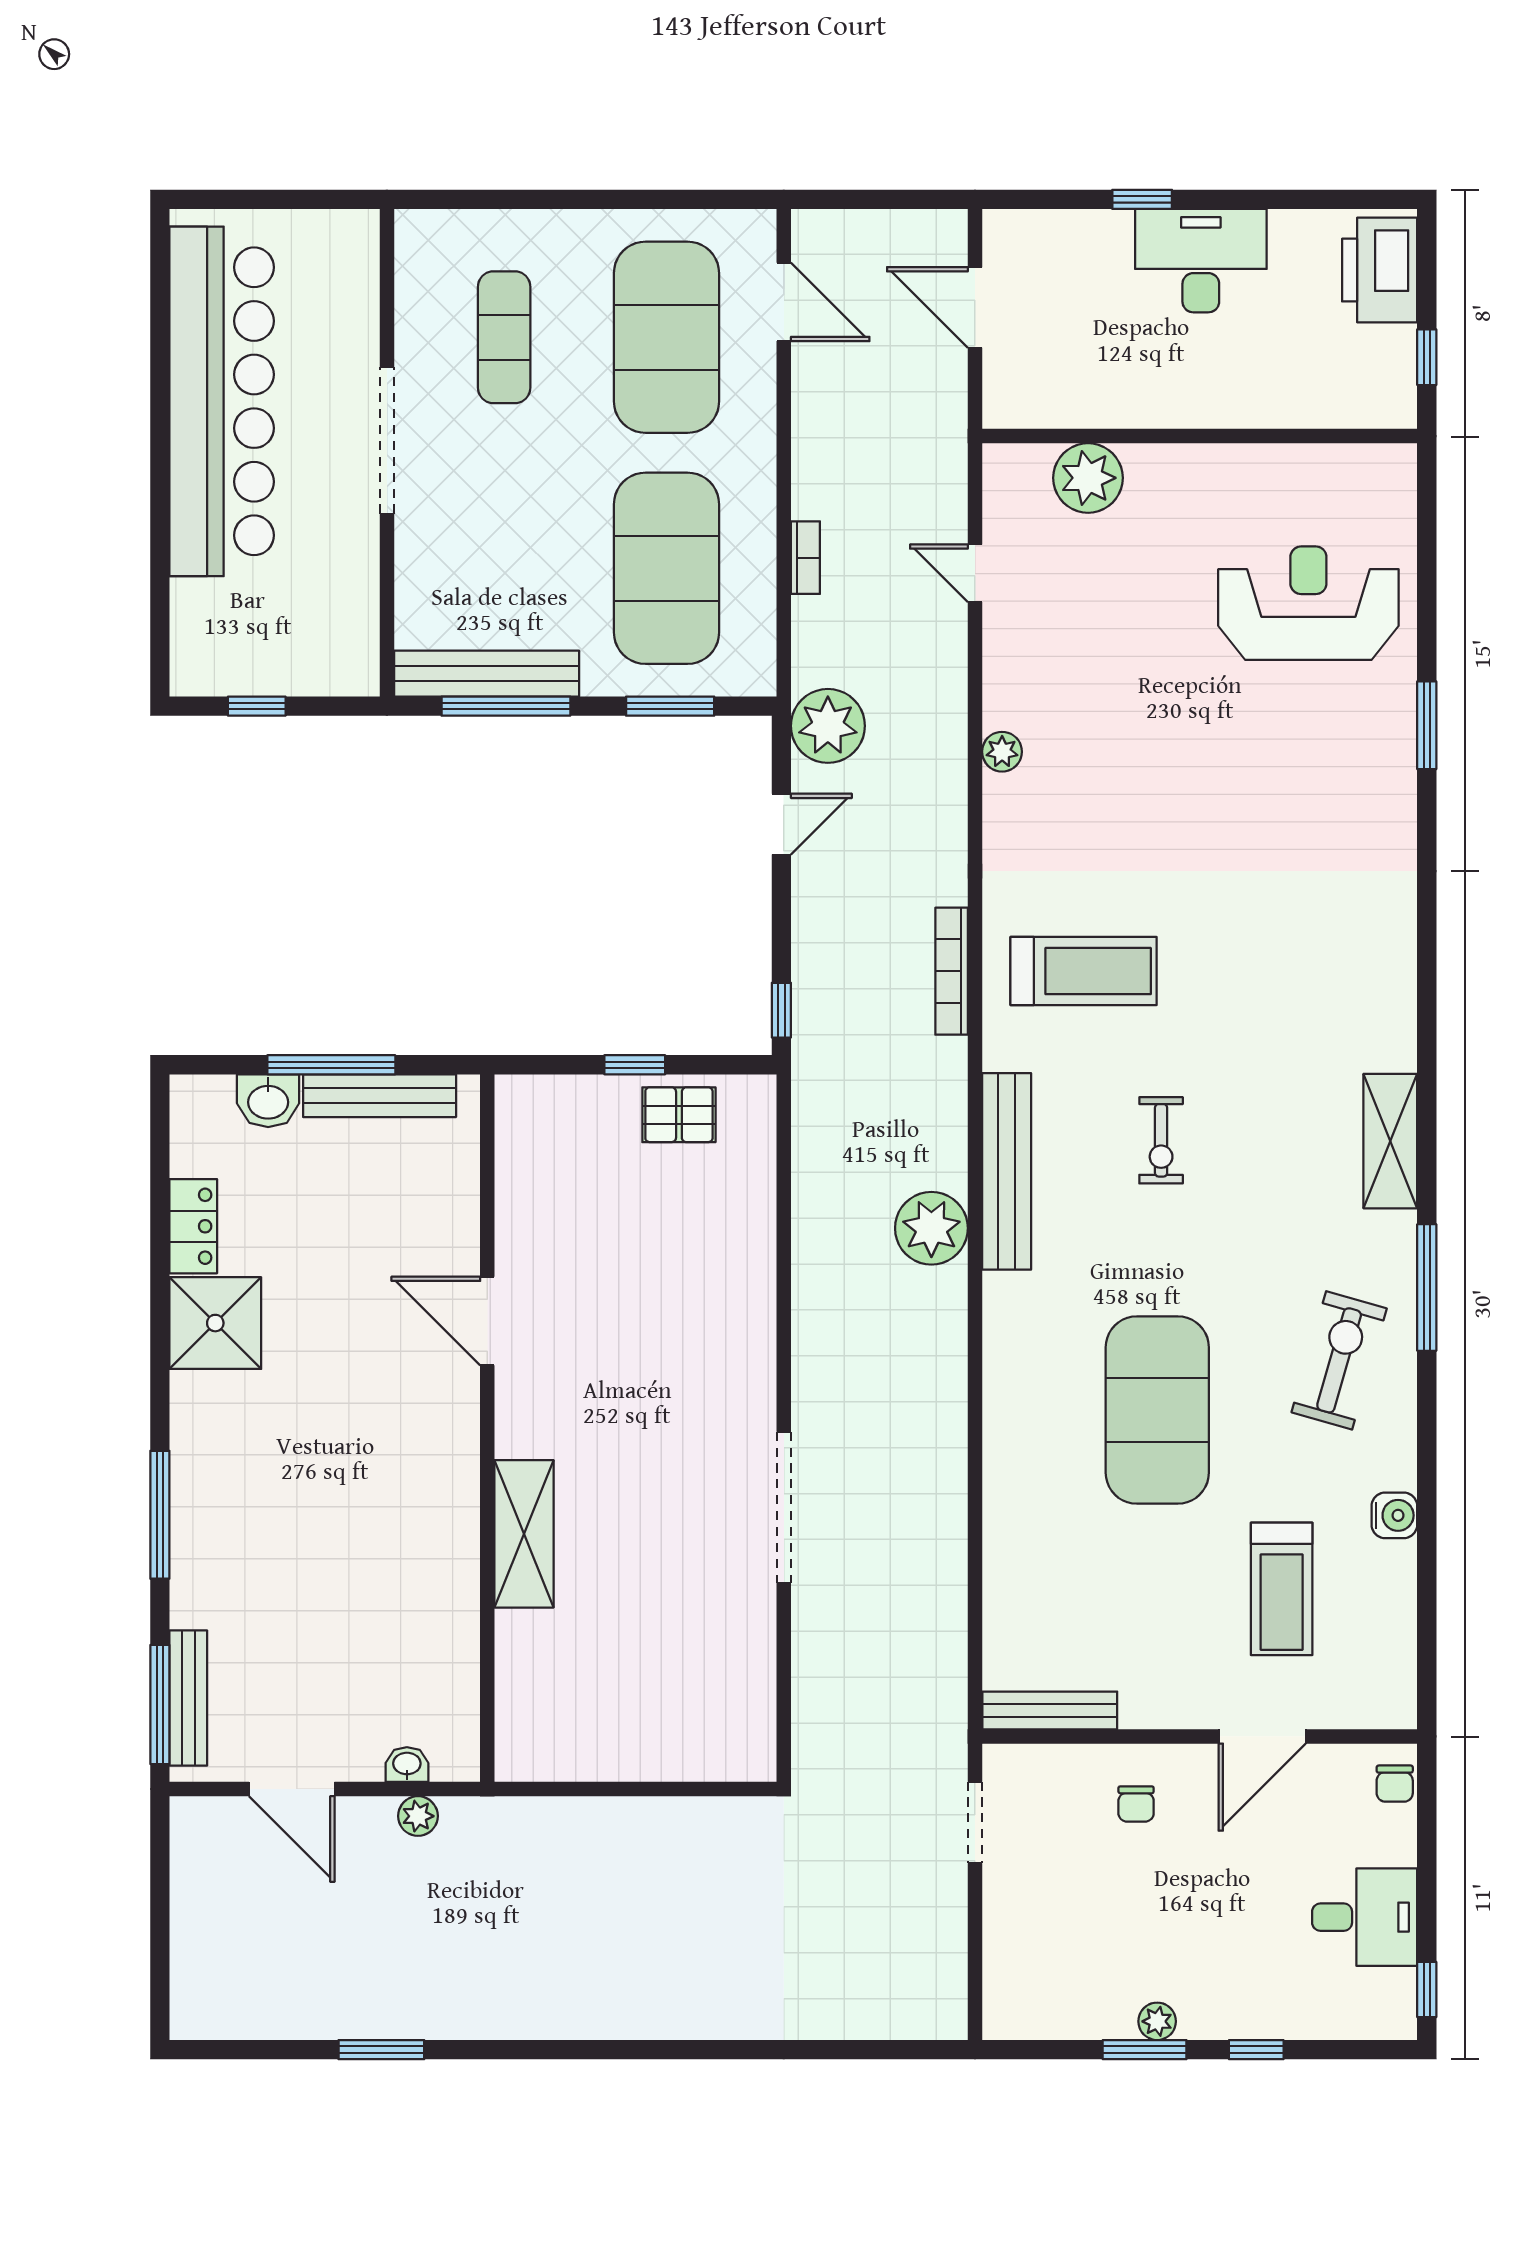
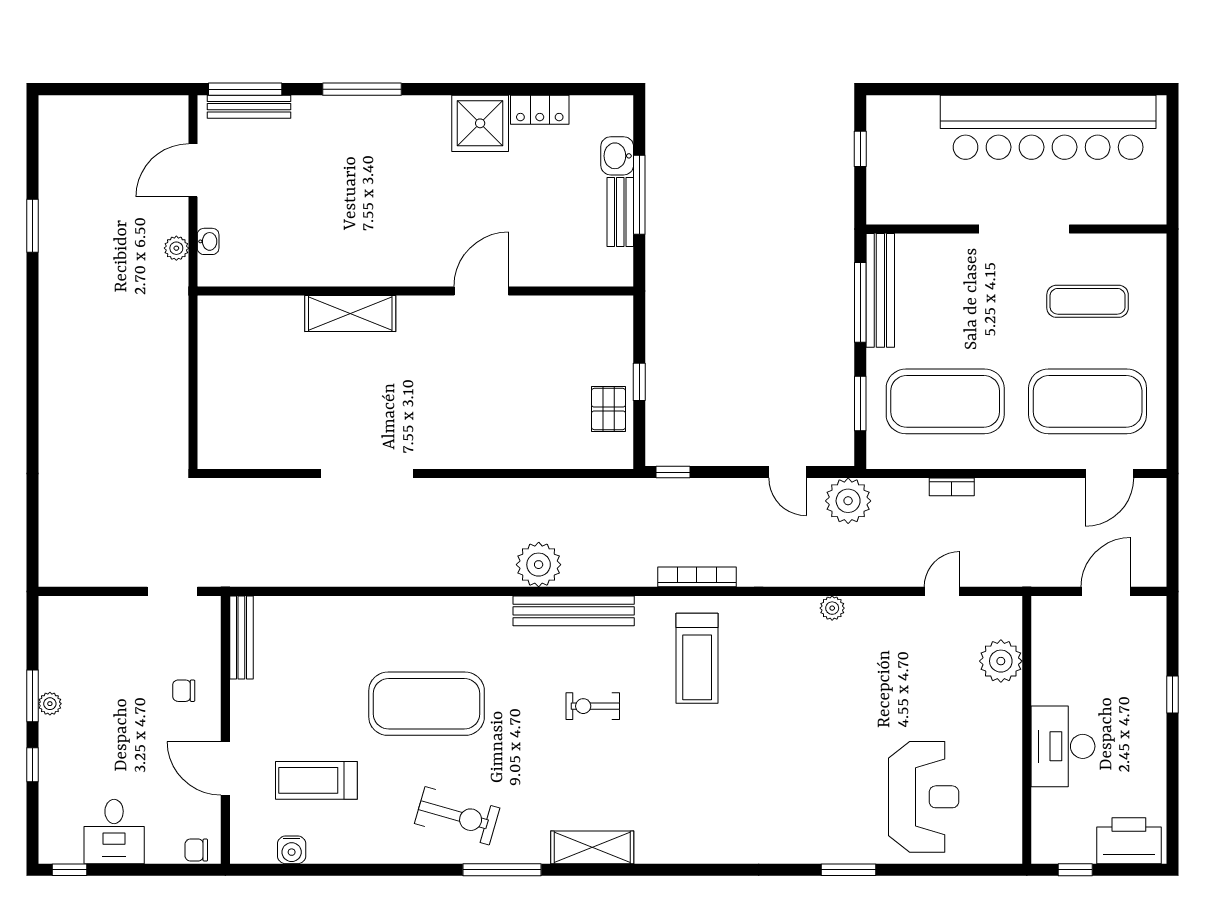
desk: (1201, 261) -> (1063, 746), moved, turned 180
bench: (380, 1096) -> (620, 212), width x0.73
water cooler: (1394, 1515) -> (292, 850), moved

